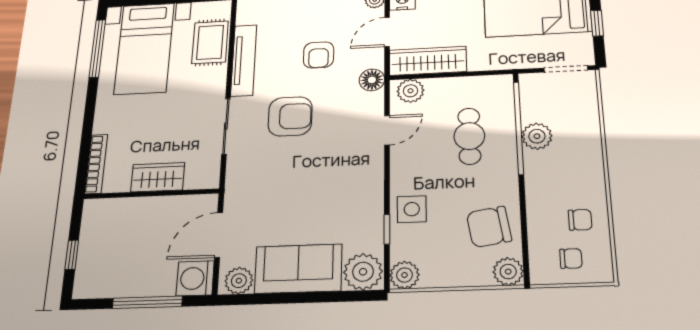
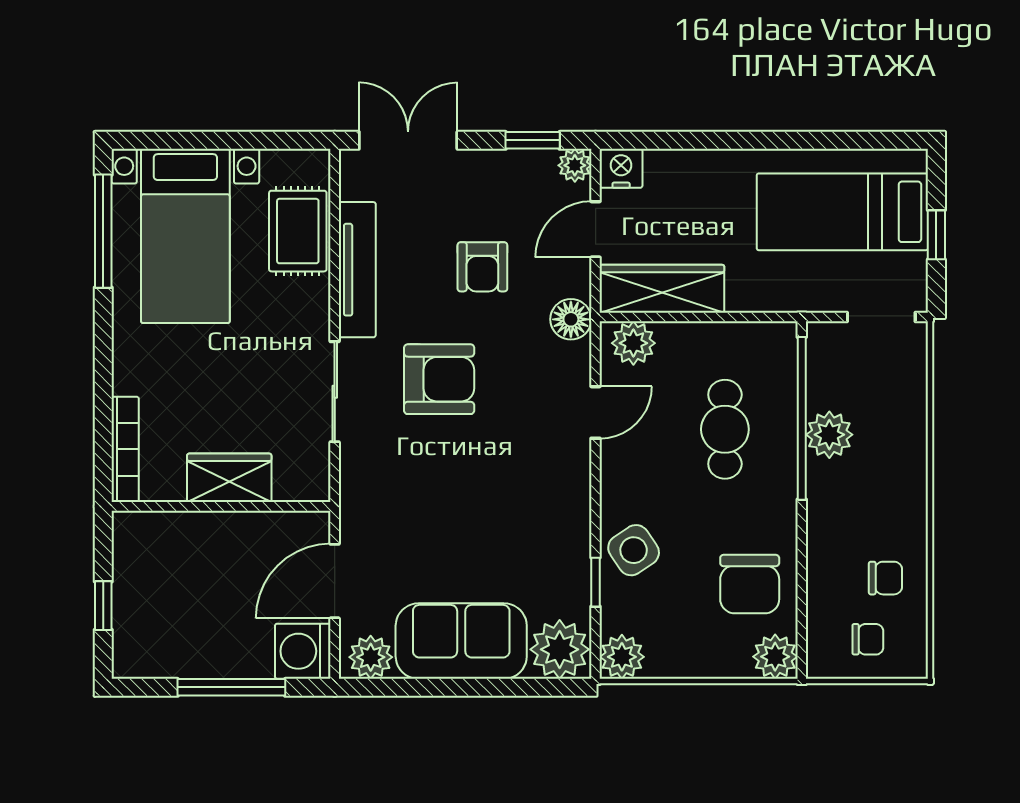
side table: (412, 209) -> (634, 550), turned -34
chair: (489, 227) -> (750, 584), turned -81

